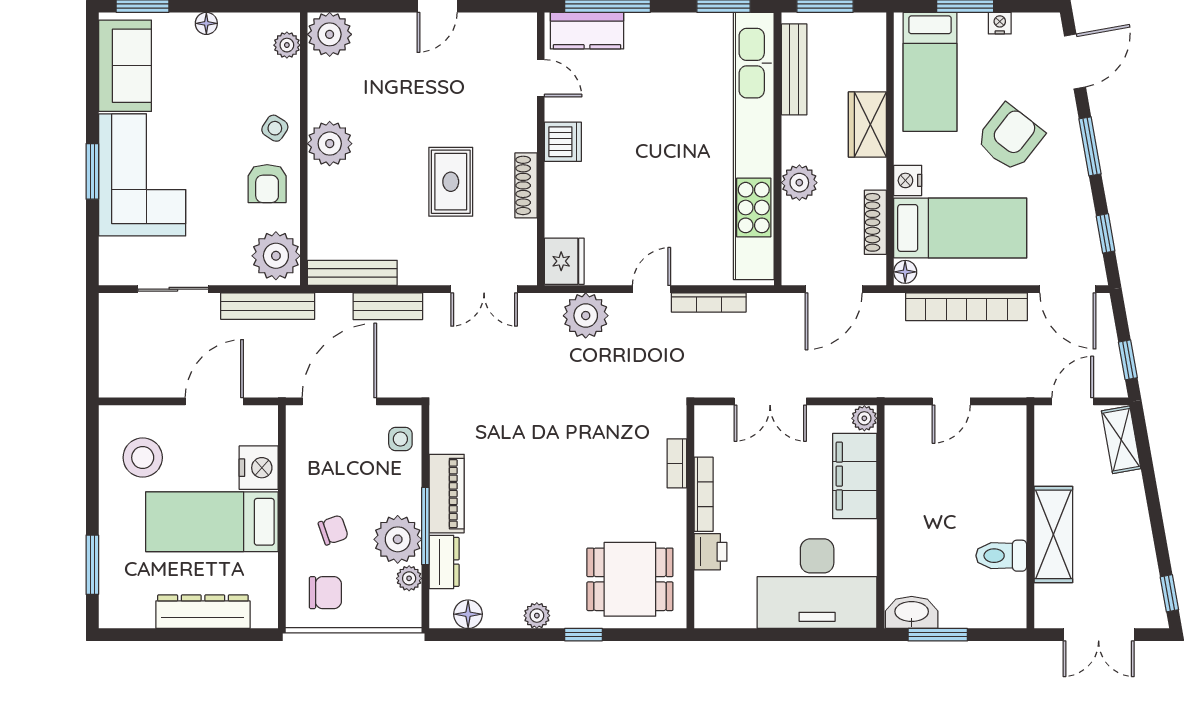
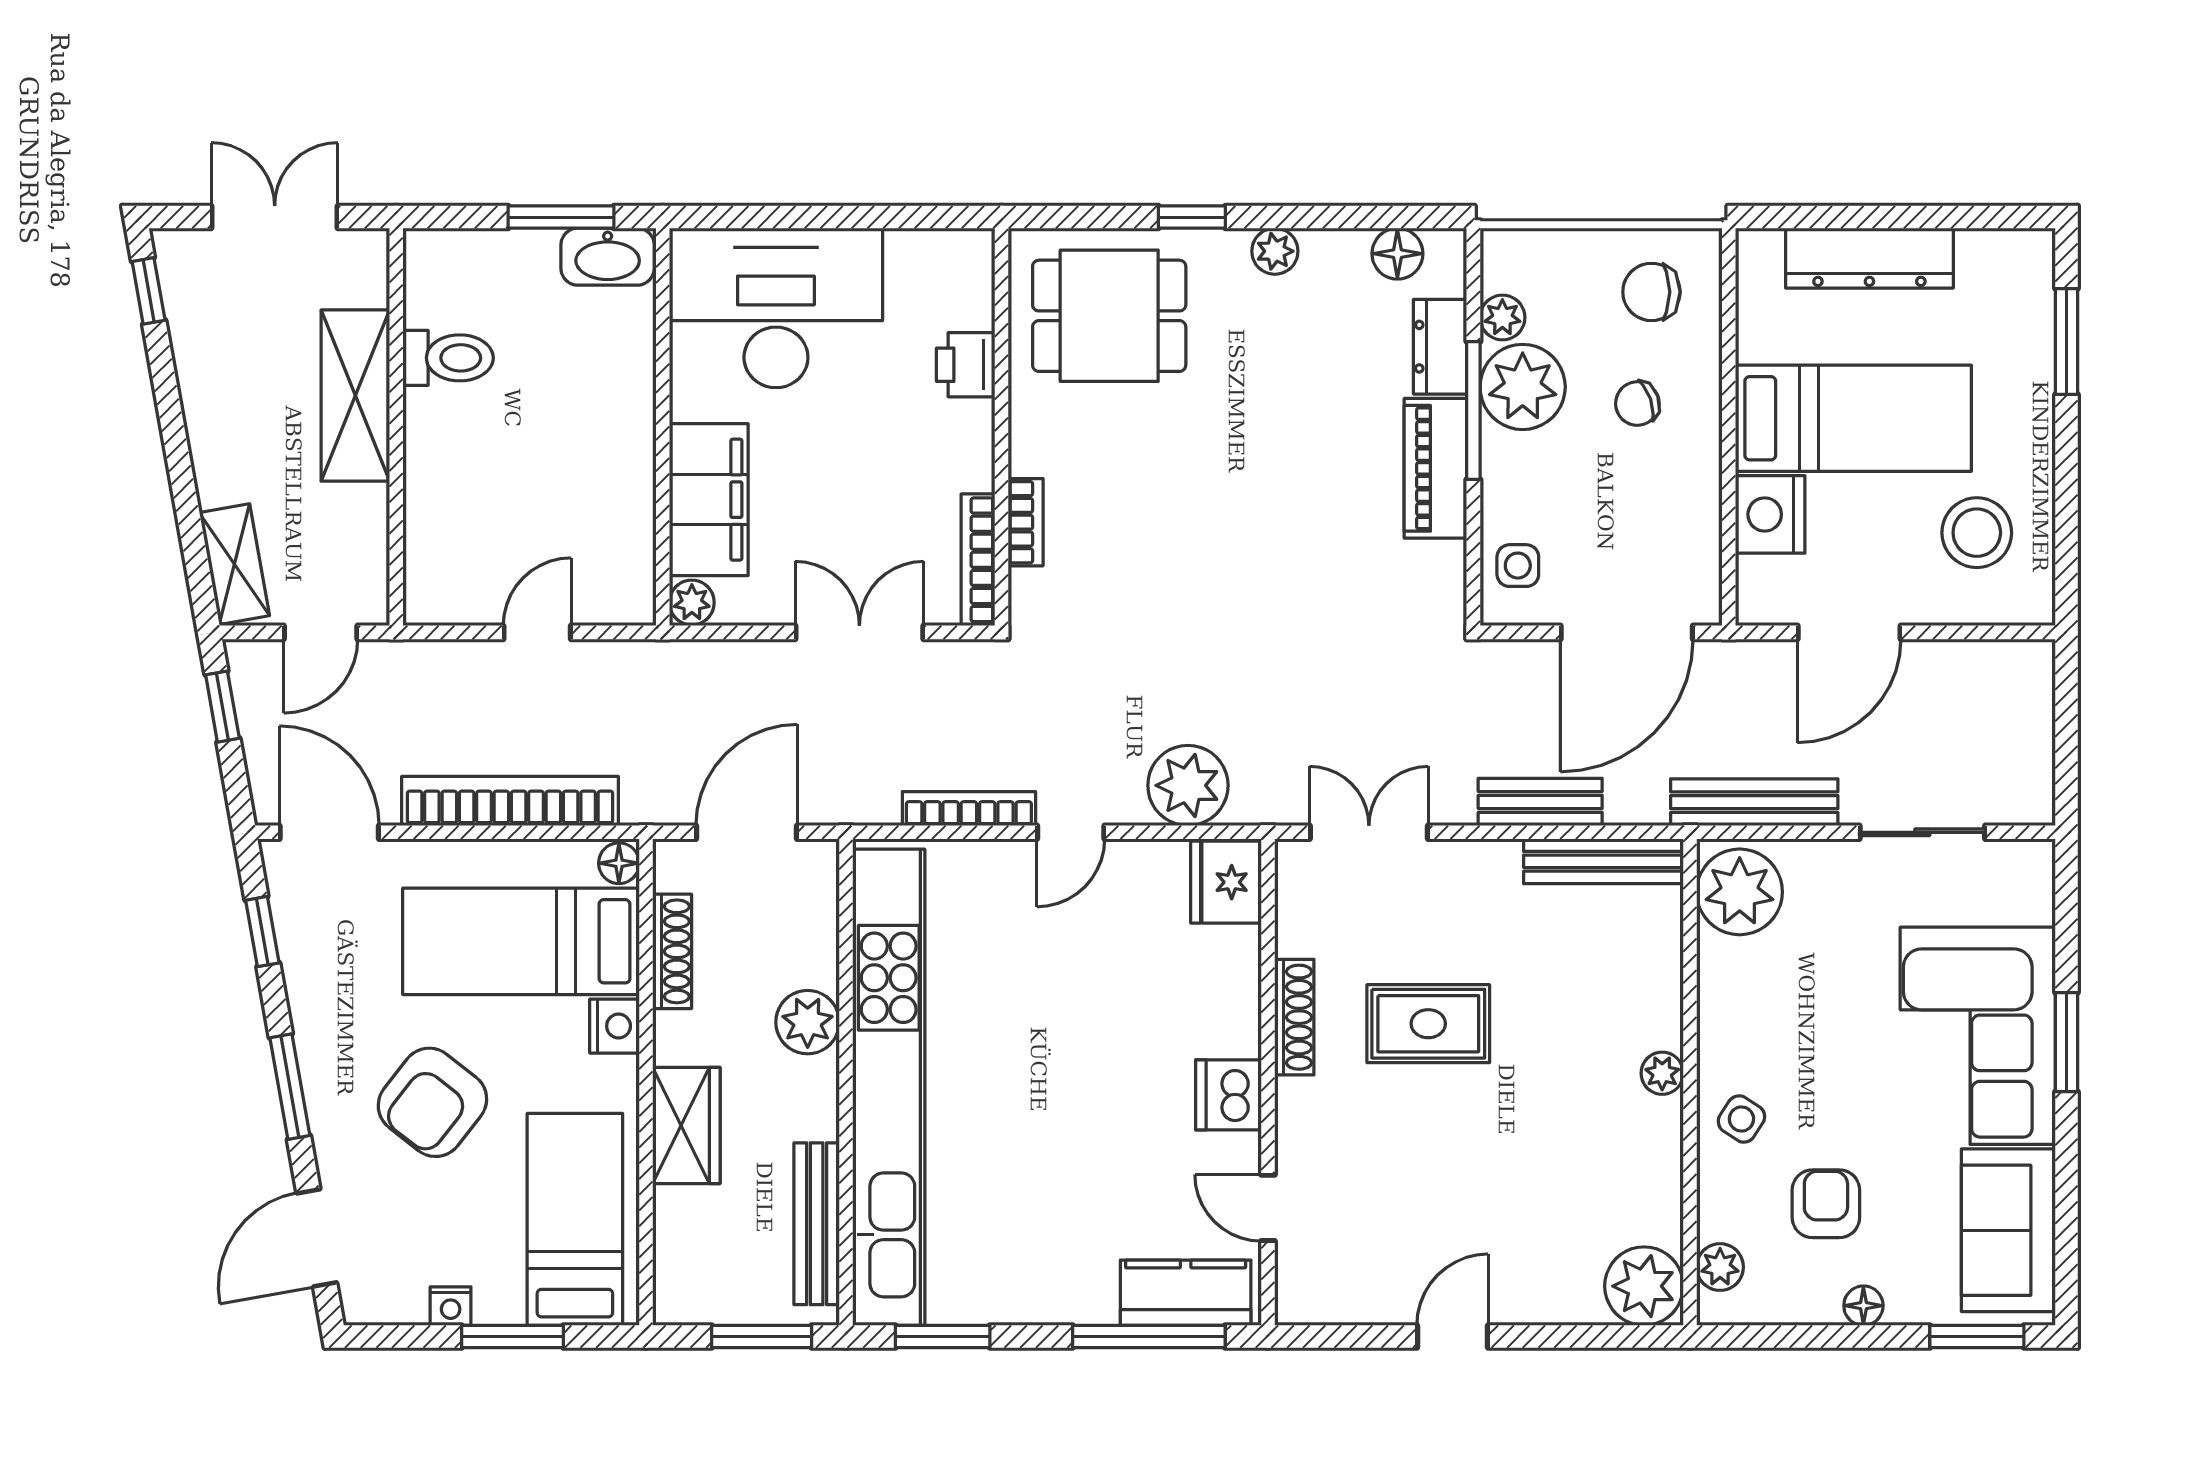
plant: (330, 144) -> (1662, 1073), width x0.53, depth x0.53
rug: (451, 182) -> (1428, 1024), turned 90
armchair: (267, 184) -> (1826, 1204), moved
bookcase: (704, 494) -> (978, 560), moved

